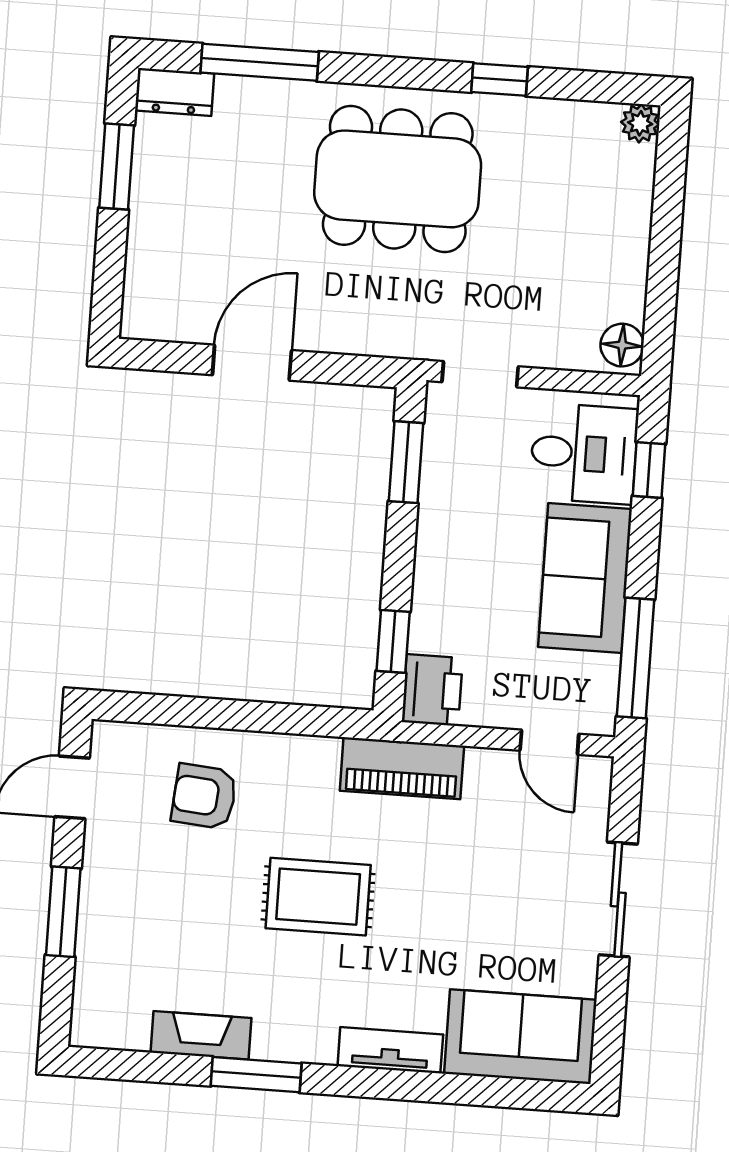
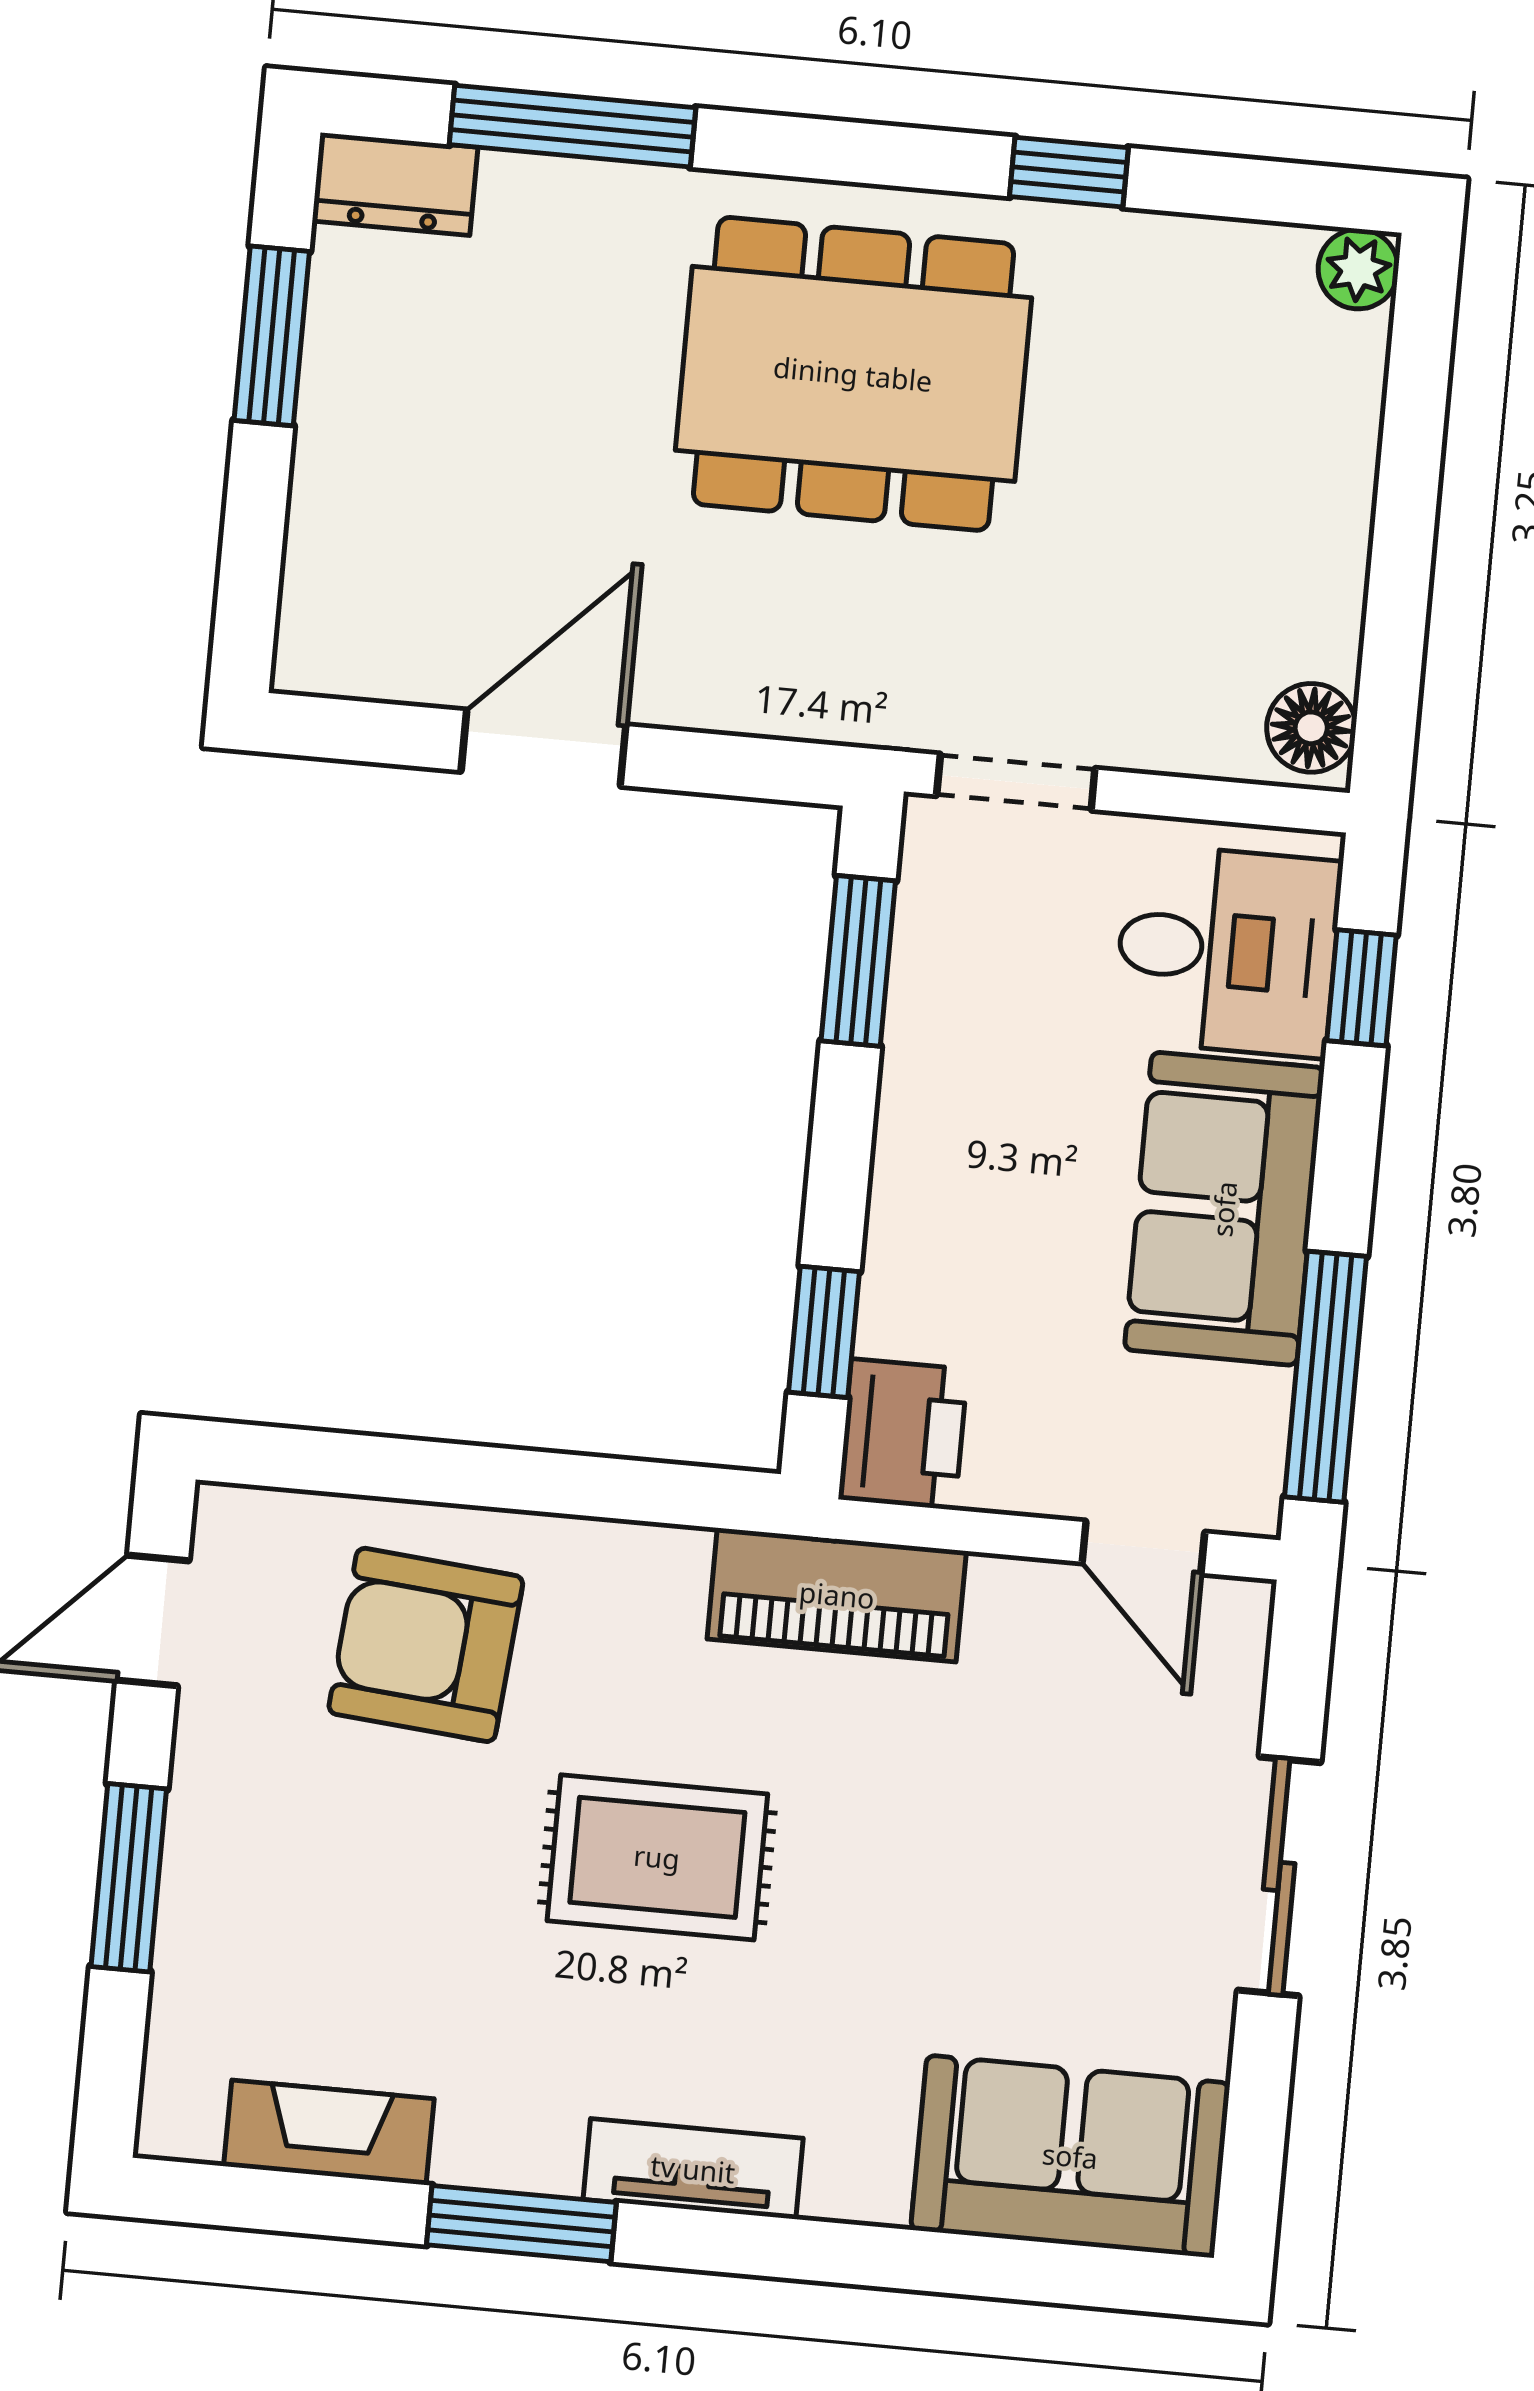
armchair: (204, 796) -> (426, 1645), width x1.38, depth x1.38
fireplace: (201, 1035) -> (329, 2132), moved
tv unit: (390, 1050) -> (693, 2169), moved

